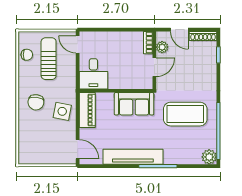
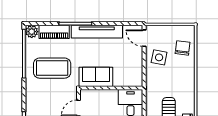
chair: (36, 102) -> (183, 48), moved
piano: (87, 110) -> (54, 32), moved, turned -90
side table: (62, 111) -> (159, 57), moved

